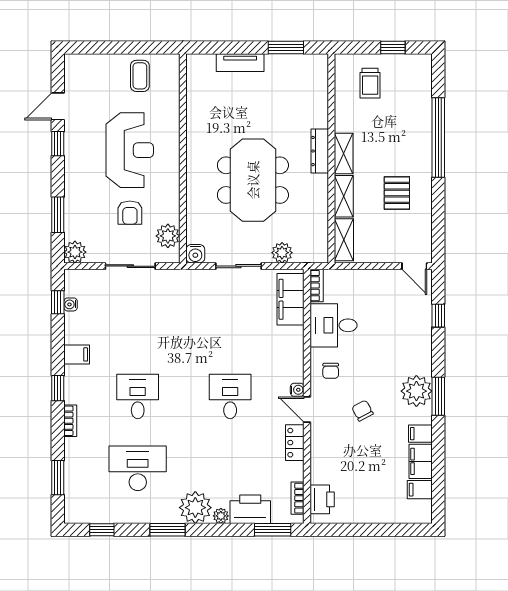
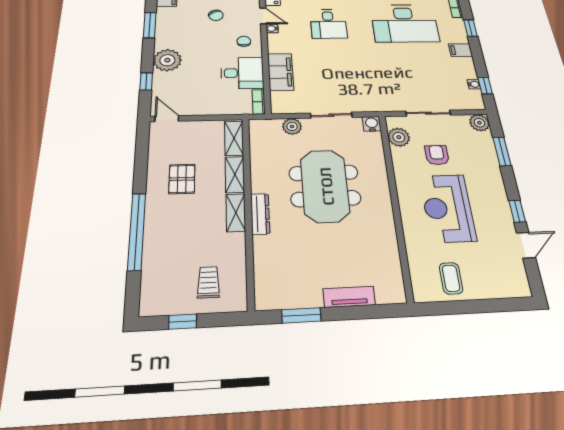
filing cabinet: (291, 299) -> (281, 72), moved
plant: (416, 391) -> (167, 60), moved
desk: (138, 396) -> (405, 23), width x1.87, depth x1.30

